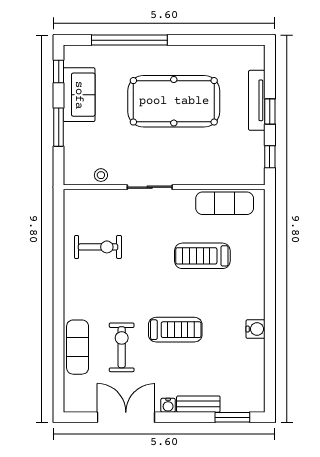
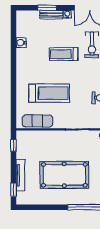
window: (270, 111) -> (14, 190), moved
treadmill: (202, 256) -> (49, 93), width x1.37, depth x1.38
water cooler: (255, 329) -> (21, 43), moved
window: (232, 417) -> (47, 8), moved

